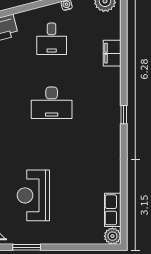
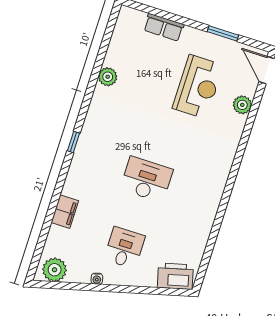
row of seats: (113, 210) -> (164, 27), moved, turned 90
plant: (112, 236) -> (108, 77), moved

